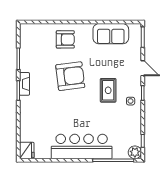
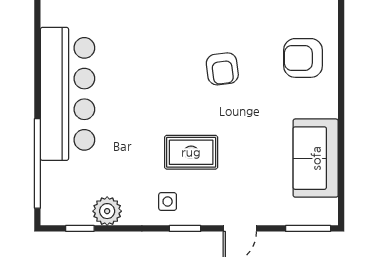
armchair: (65, 39) -> (303, 58), turned 90
armchair: (70, 76) -> (222, 69), width x0.53, depth x0.53
plant: (135, 152) -> (107, 211), moved

